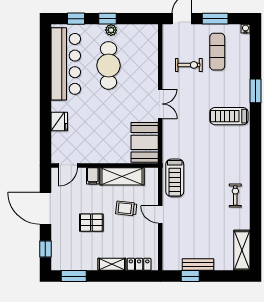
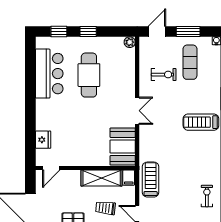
plant: (111, 30) -> (130, 42), moved
bar counter: (66, 64) -> (49, 74), width x0.73
fridge: (59, 122) -> (43, 140), moved
filing cabinet: (93, 176) -> (129, 178), moved
treadmill: (175, 178) -> (151, 180), turned 180

